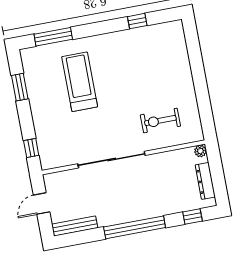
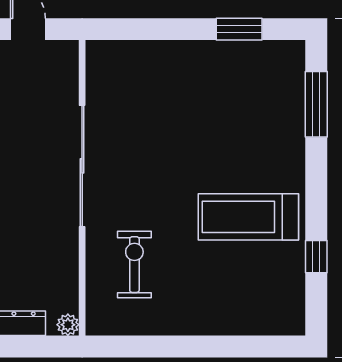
treadmill: (80, 82) -> (248, 217), moved, turned 180
window: (31, 148) -> (129, 29), removed

